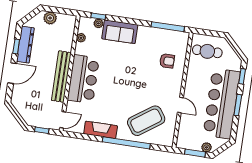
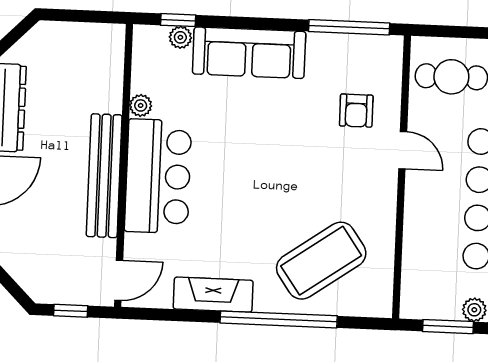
plant: (50, 18) -> (62, 37), removed
sofa: (120, 32) -> (249, 53), width x1.36
plant: (81, 38) -> (141, 105), moved
armchair: (167, 61) -> (356, 111), turned 90
door: (180, 105) -> (403, 150), moved

